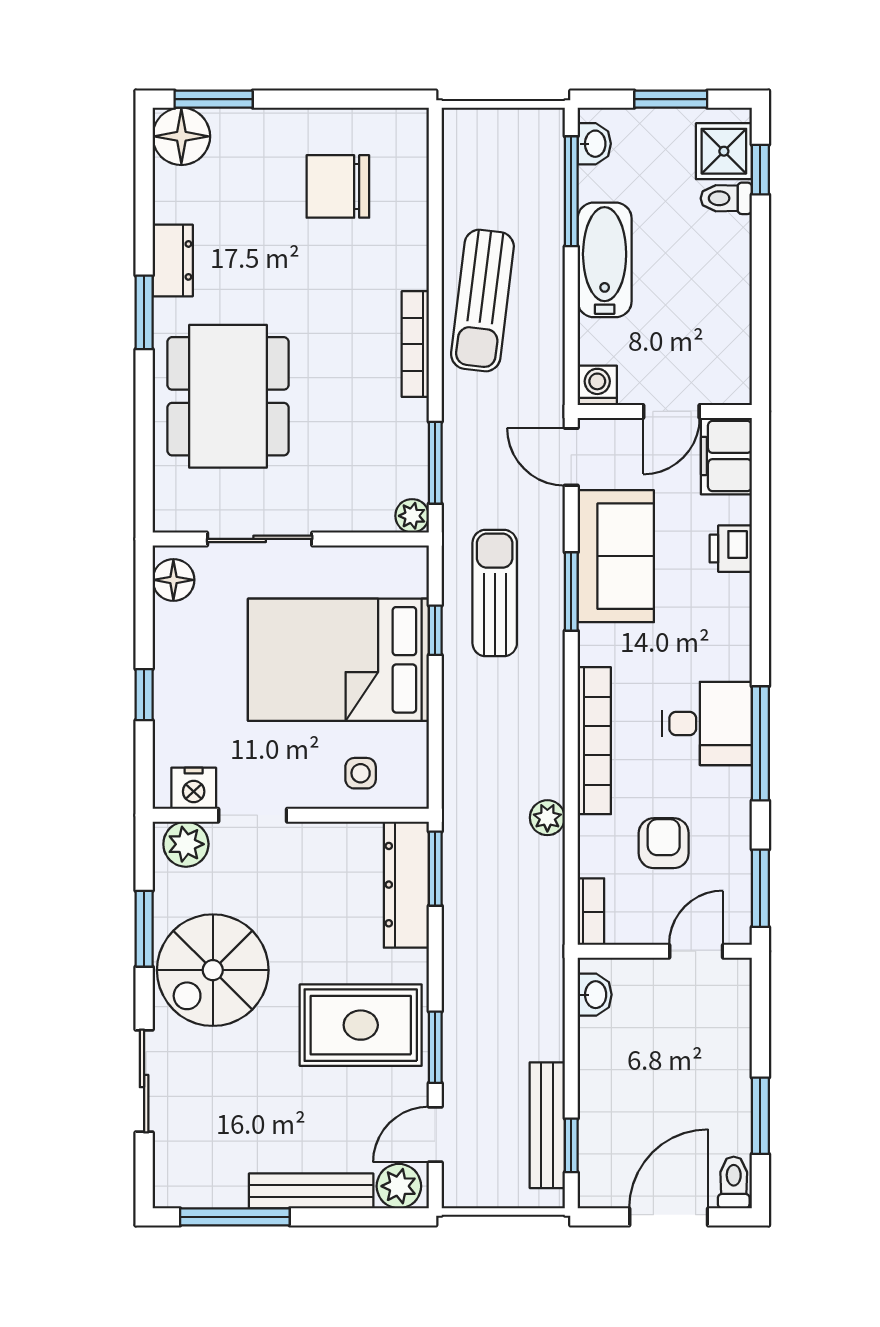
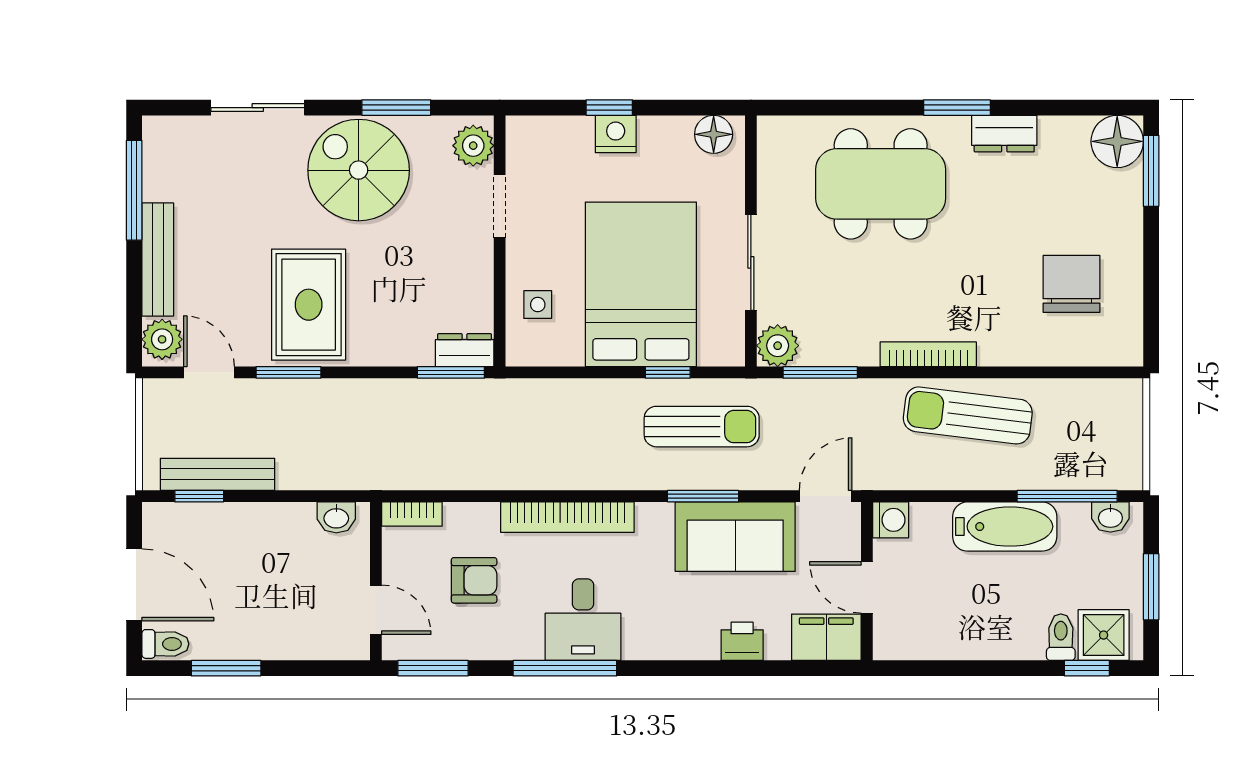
plant: (412, 516) -> (778, 346), width x1.38, depth x1.38
sliding door: (260, 539) -> (751, 262), moved
nightstand: (194, 788) -> (616, 134), moved, turned 90
plant: (547, 818) -> (497, 474), removed
dresser: (406, 885) -> (465, 350), width x0.51, depth x0.80

